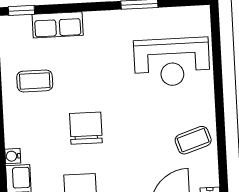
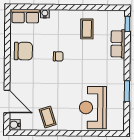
chair: (86, 128) -> (58, 56), width x0.54, depth x0.54

